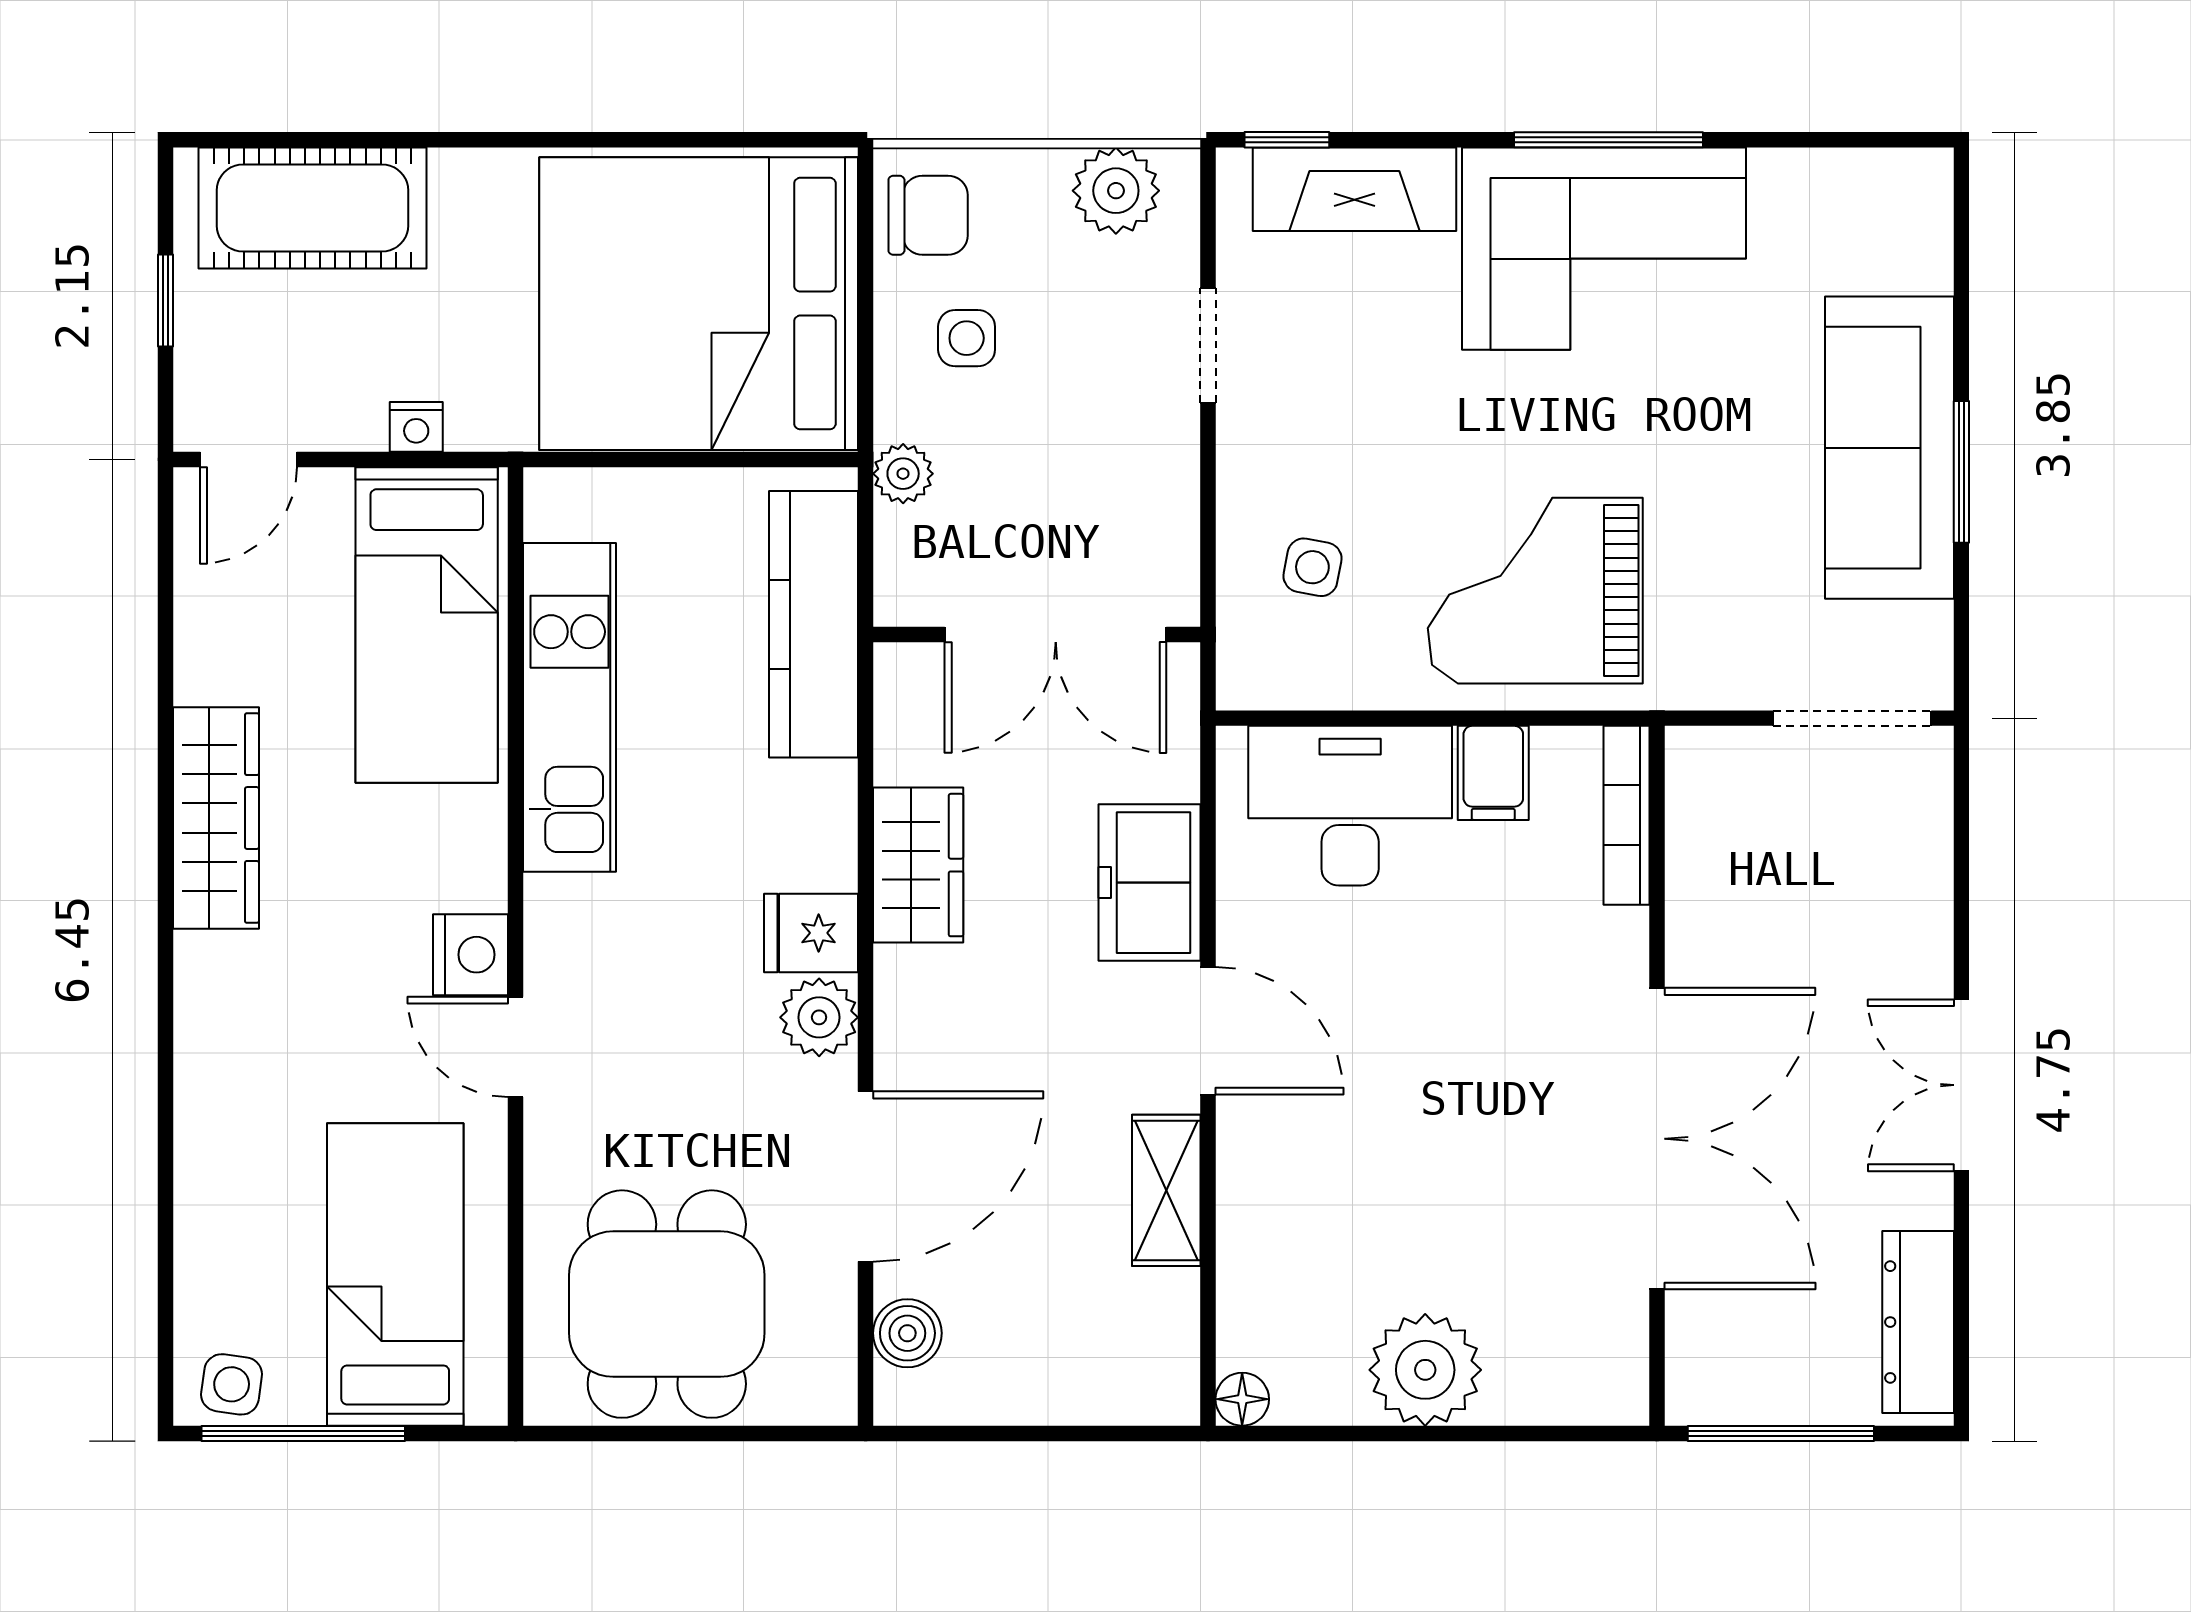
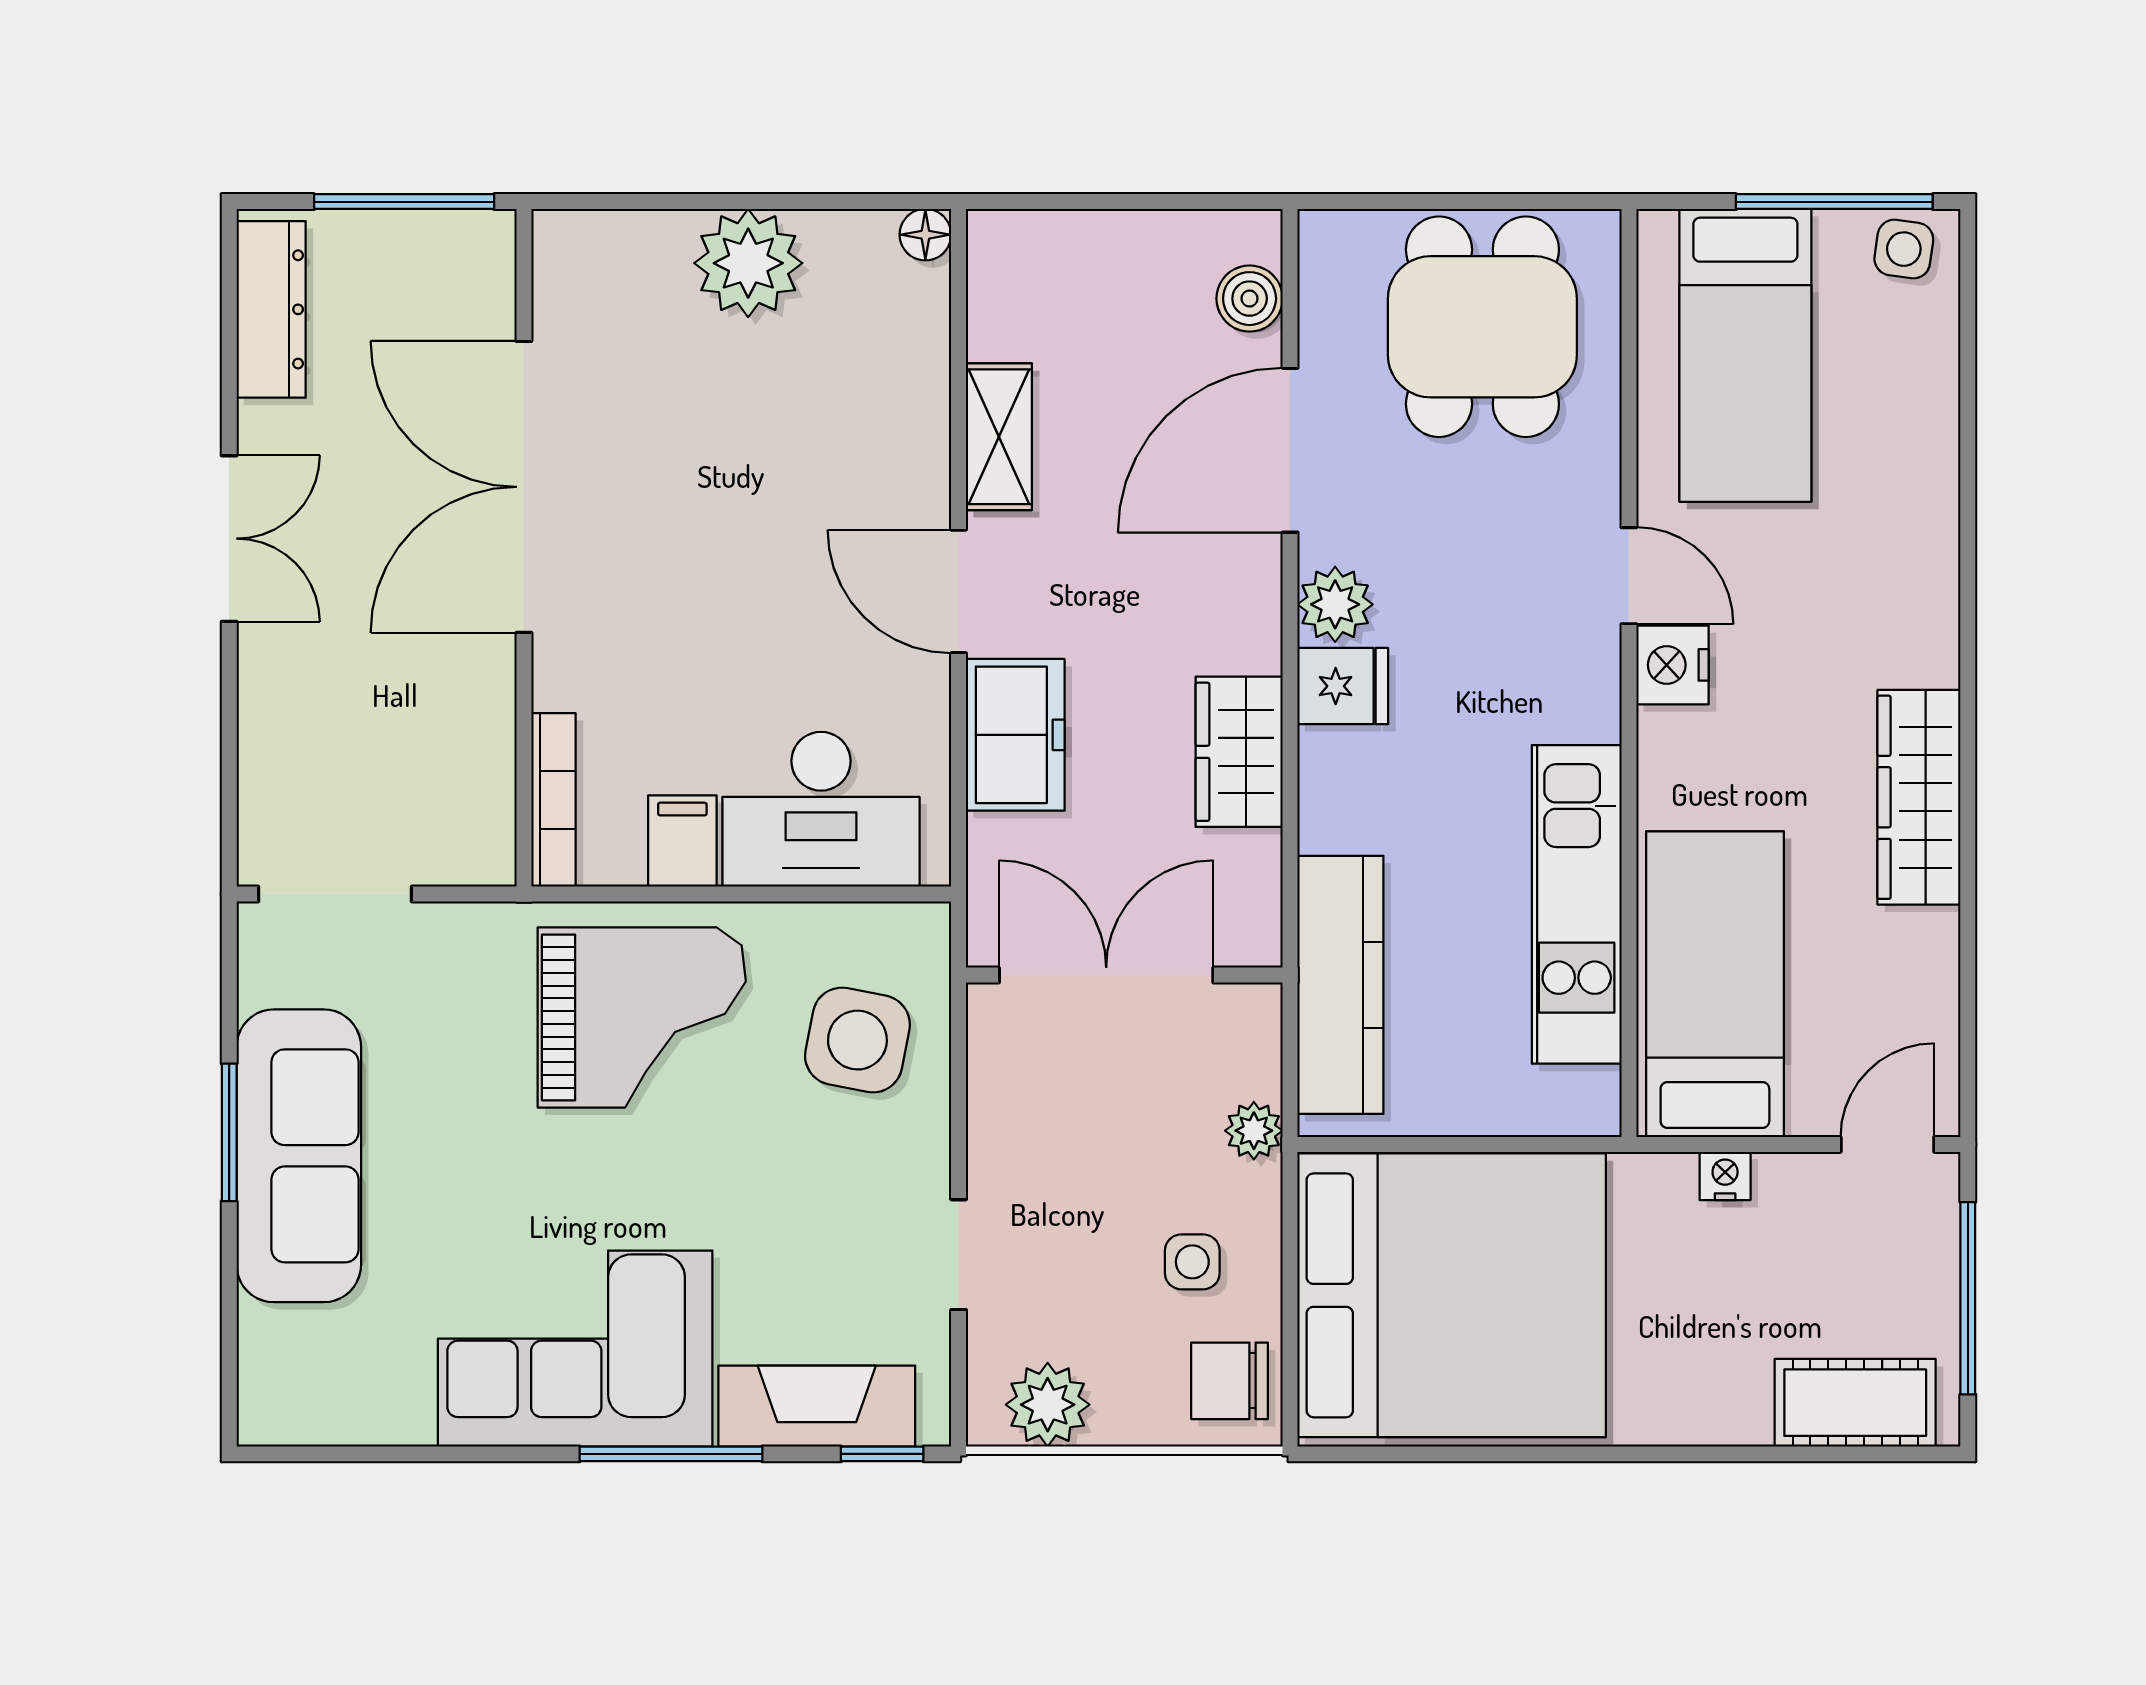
window: (1609, 140) -> (671, 1454), moved
cot: (312, 208) -> (1855, 1403), width x0.73, depth x0.75
window: (165, 301) -> (1968, 1298), width x2.17
side table: (1312, 567) -> (857, 1040), width x1.87, depth x1.87

